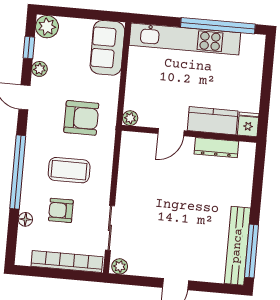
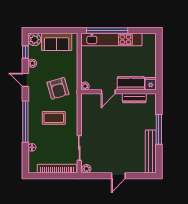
window: (218, 26) -> (107, 31), moved
sofa: (107, 48) -> (57, 42), moved, turned -90
armchair: (81, 118) -> (58, 88), turned 74
armchair: (61, 210) -> (51, 141), removed
window: (252, 251) -> (159, 129), moved

